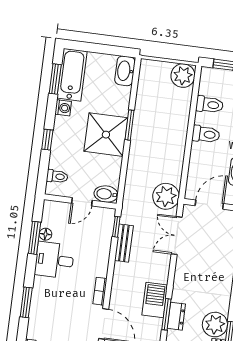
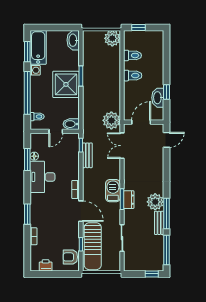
window: (47, 140) -> (27, 93), width x3.17
desk: (54, 260) -> (42, 177), width x1.37
window: (26, 302) -> (27, 214), moved

